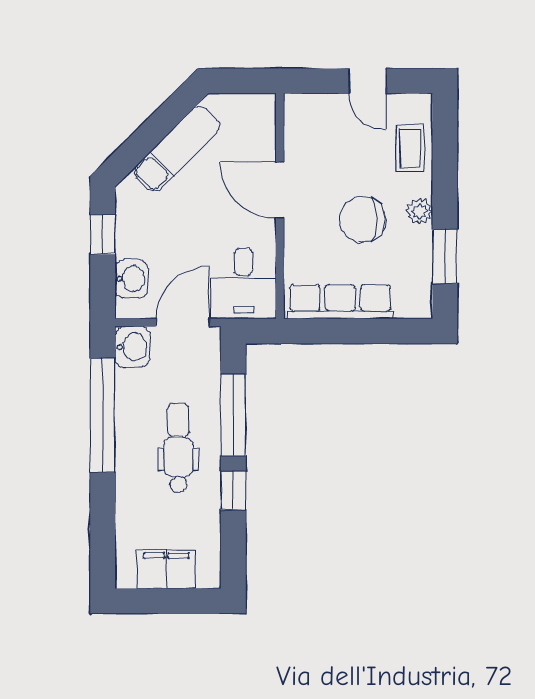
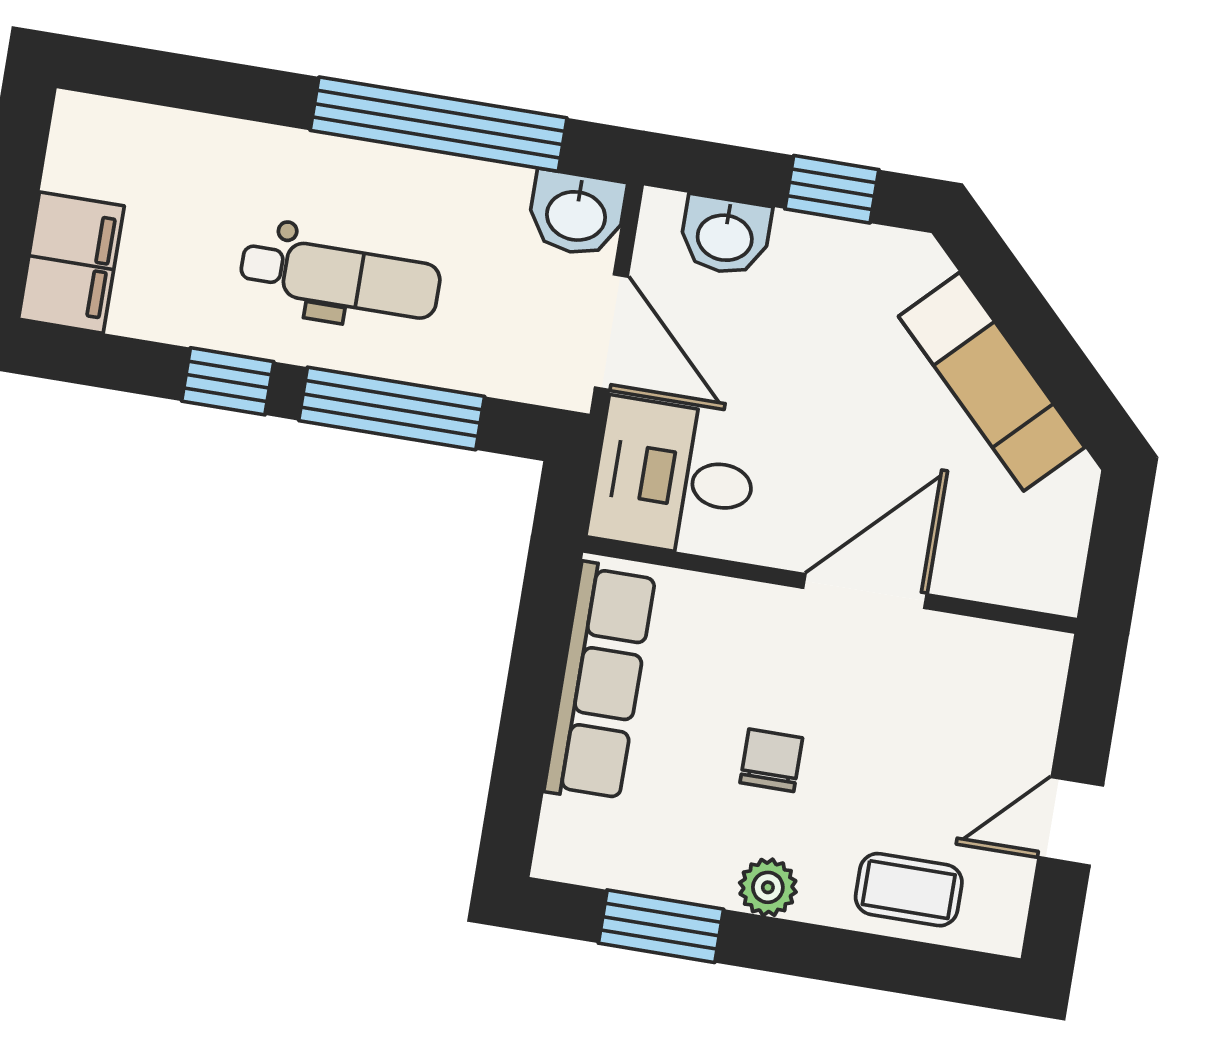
chair: (362, 219) -> (771, 760), width x0.54, depth x0.54
filing cabinet: (166, 569) -> (71, 263), moved

